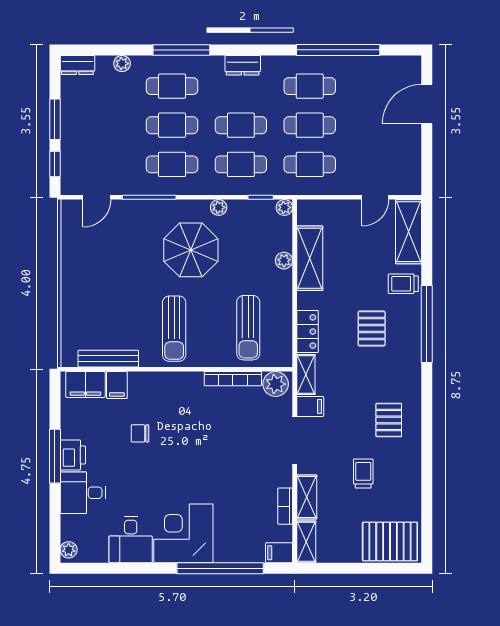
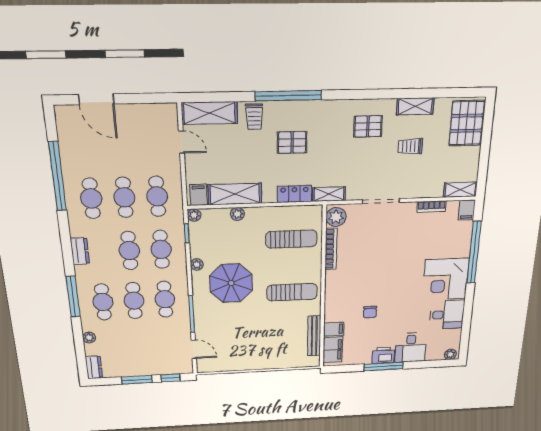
filing cabinet: (310, 406) -> (199, 195), moved
shelving: (307, 497) -> (415, 106), moved

